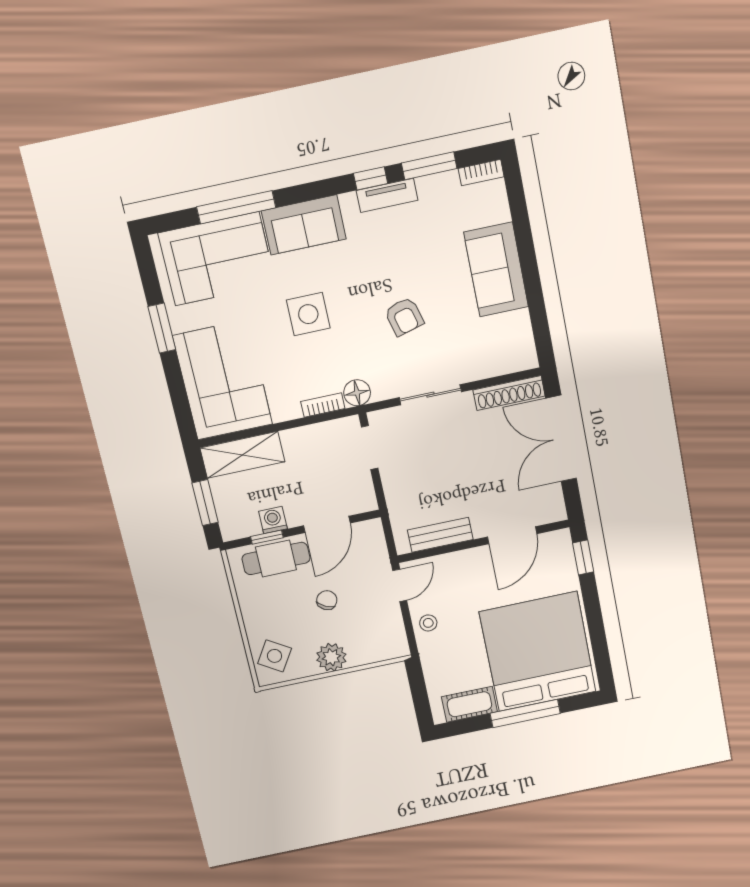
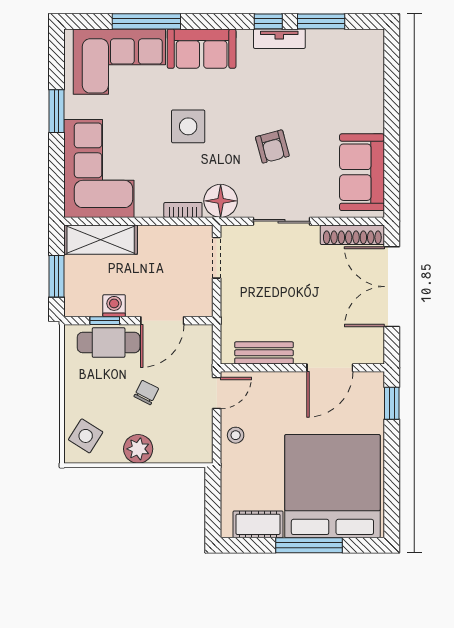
bookcase: (481, 173) -> (365, 36), removed
sofa: (496, 269) -> (362, 172), moved
floor lamp: (357, 393) -> (221, 201), width x1.38, depth x1.38

